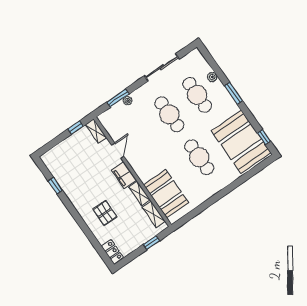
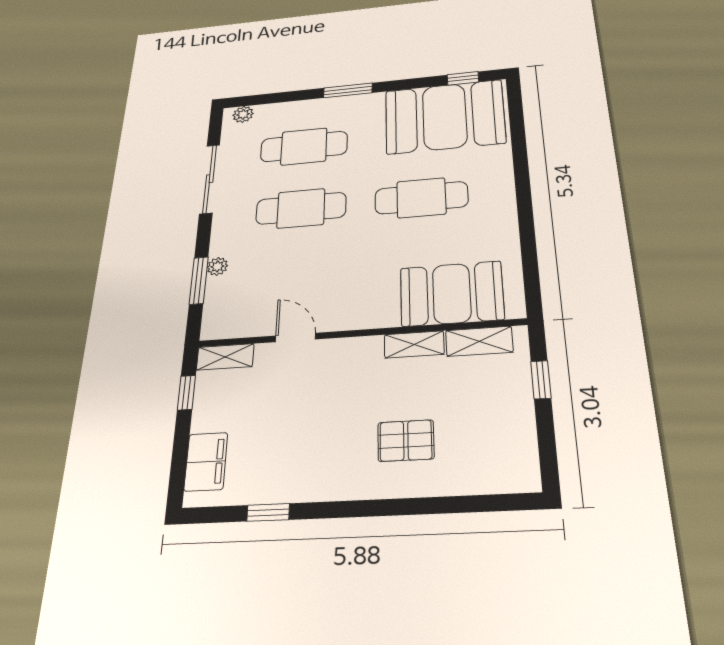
plant: (212, 77) -> (243, 114), moved
filing cabinet: (124, 175) -> (206, 462), moved, turned -90
locker: (112, 252) -> (508, 478), removed

